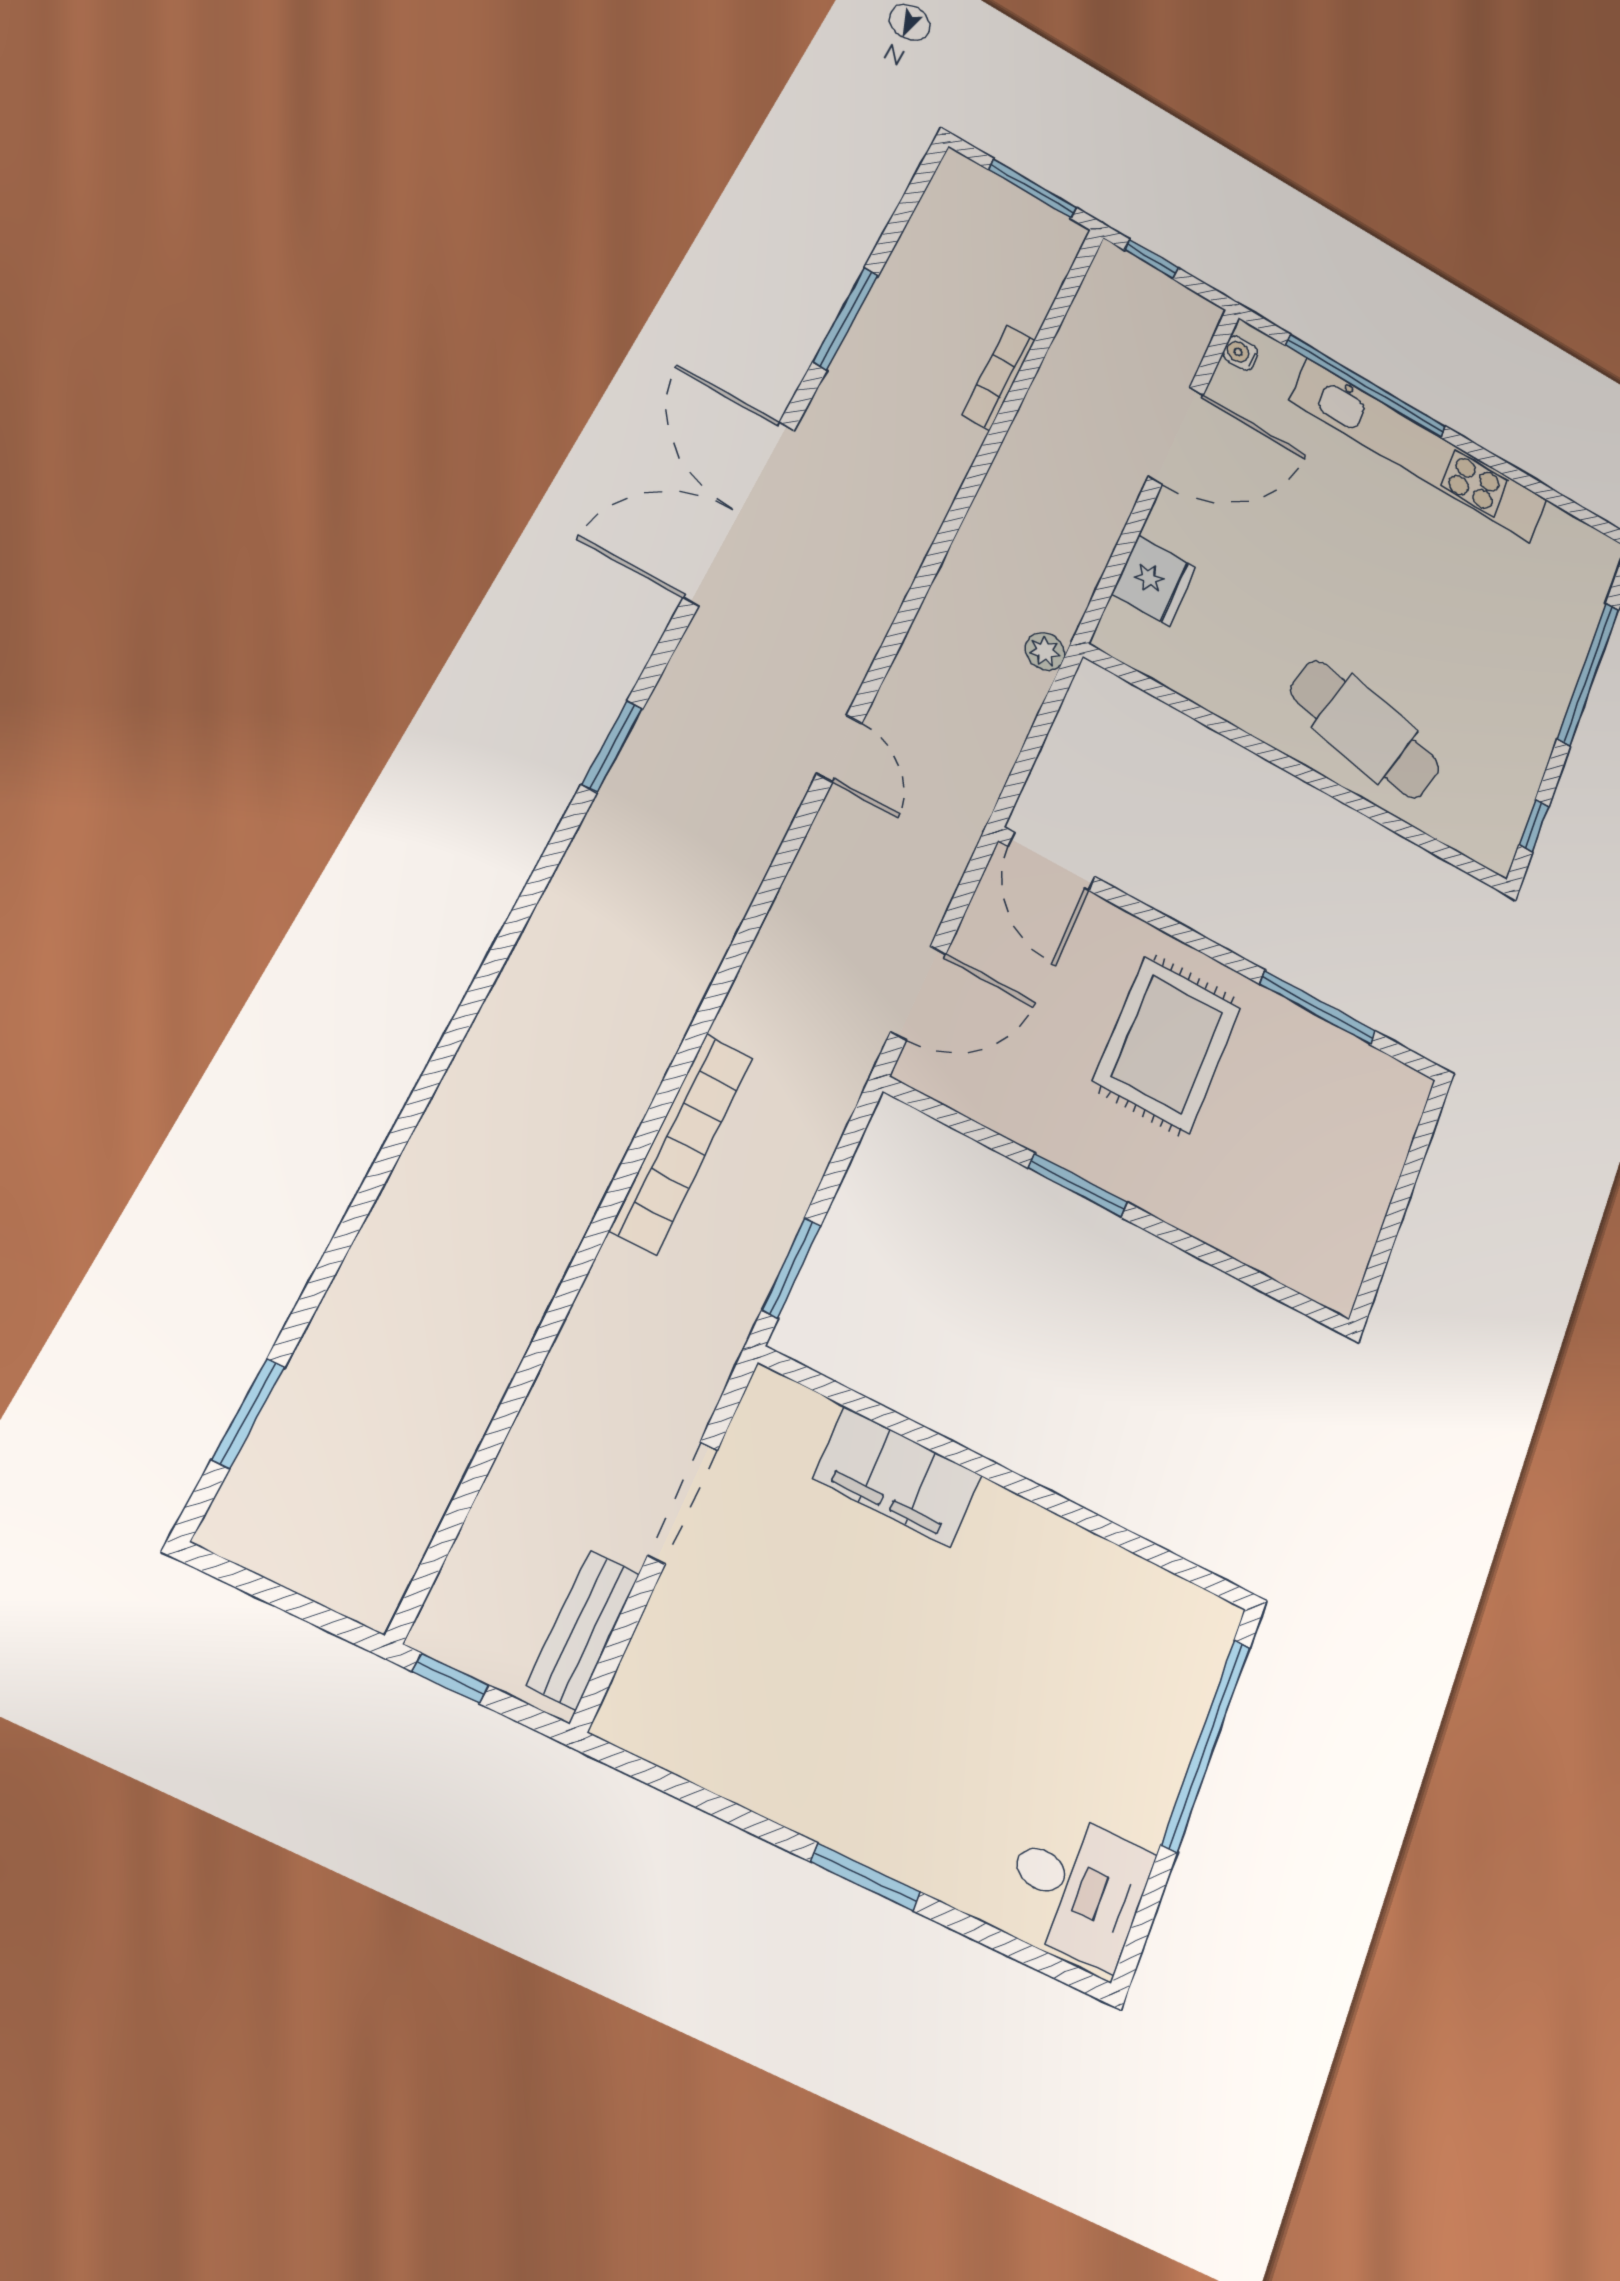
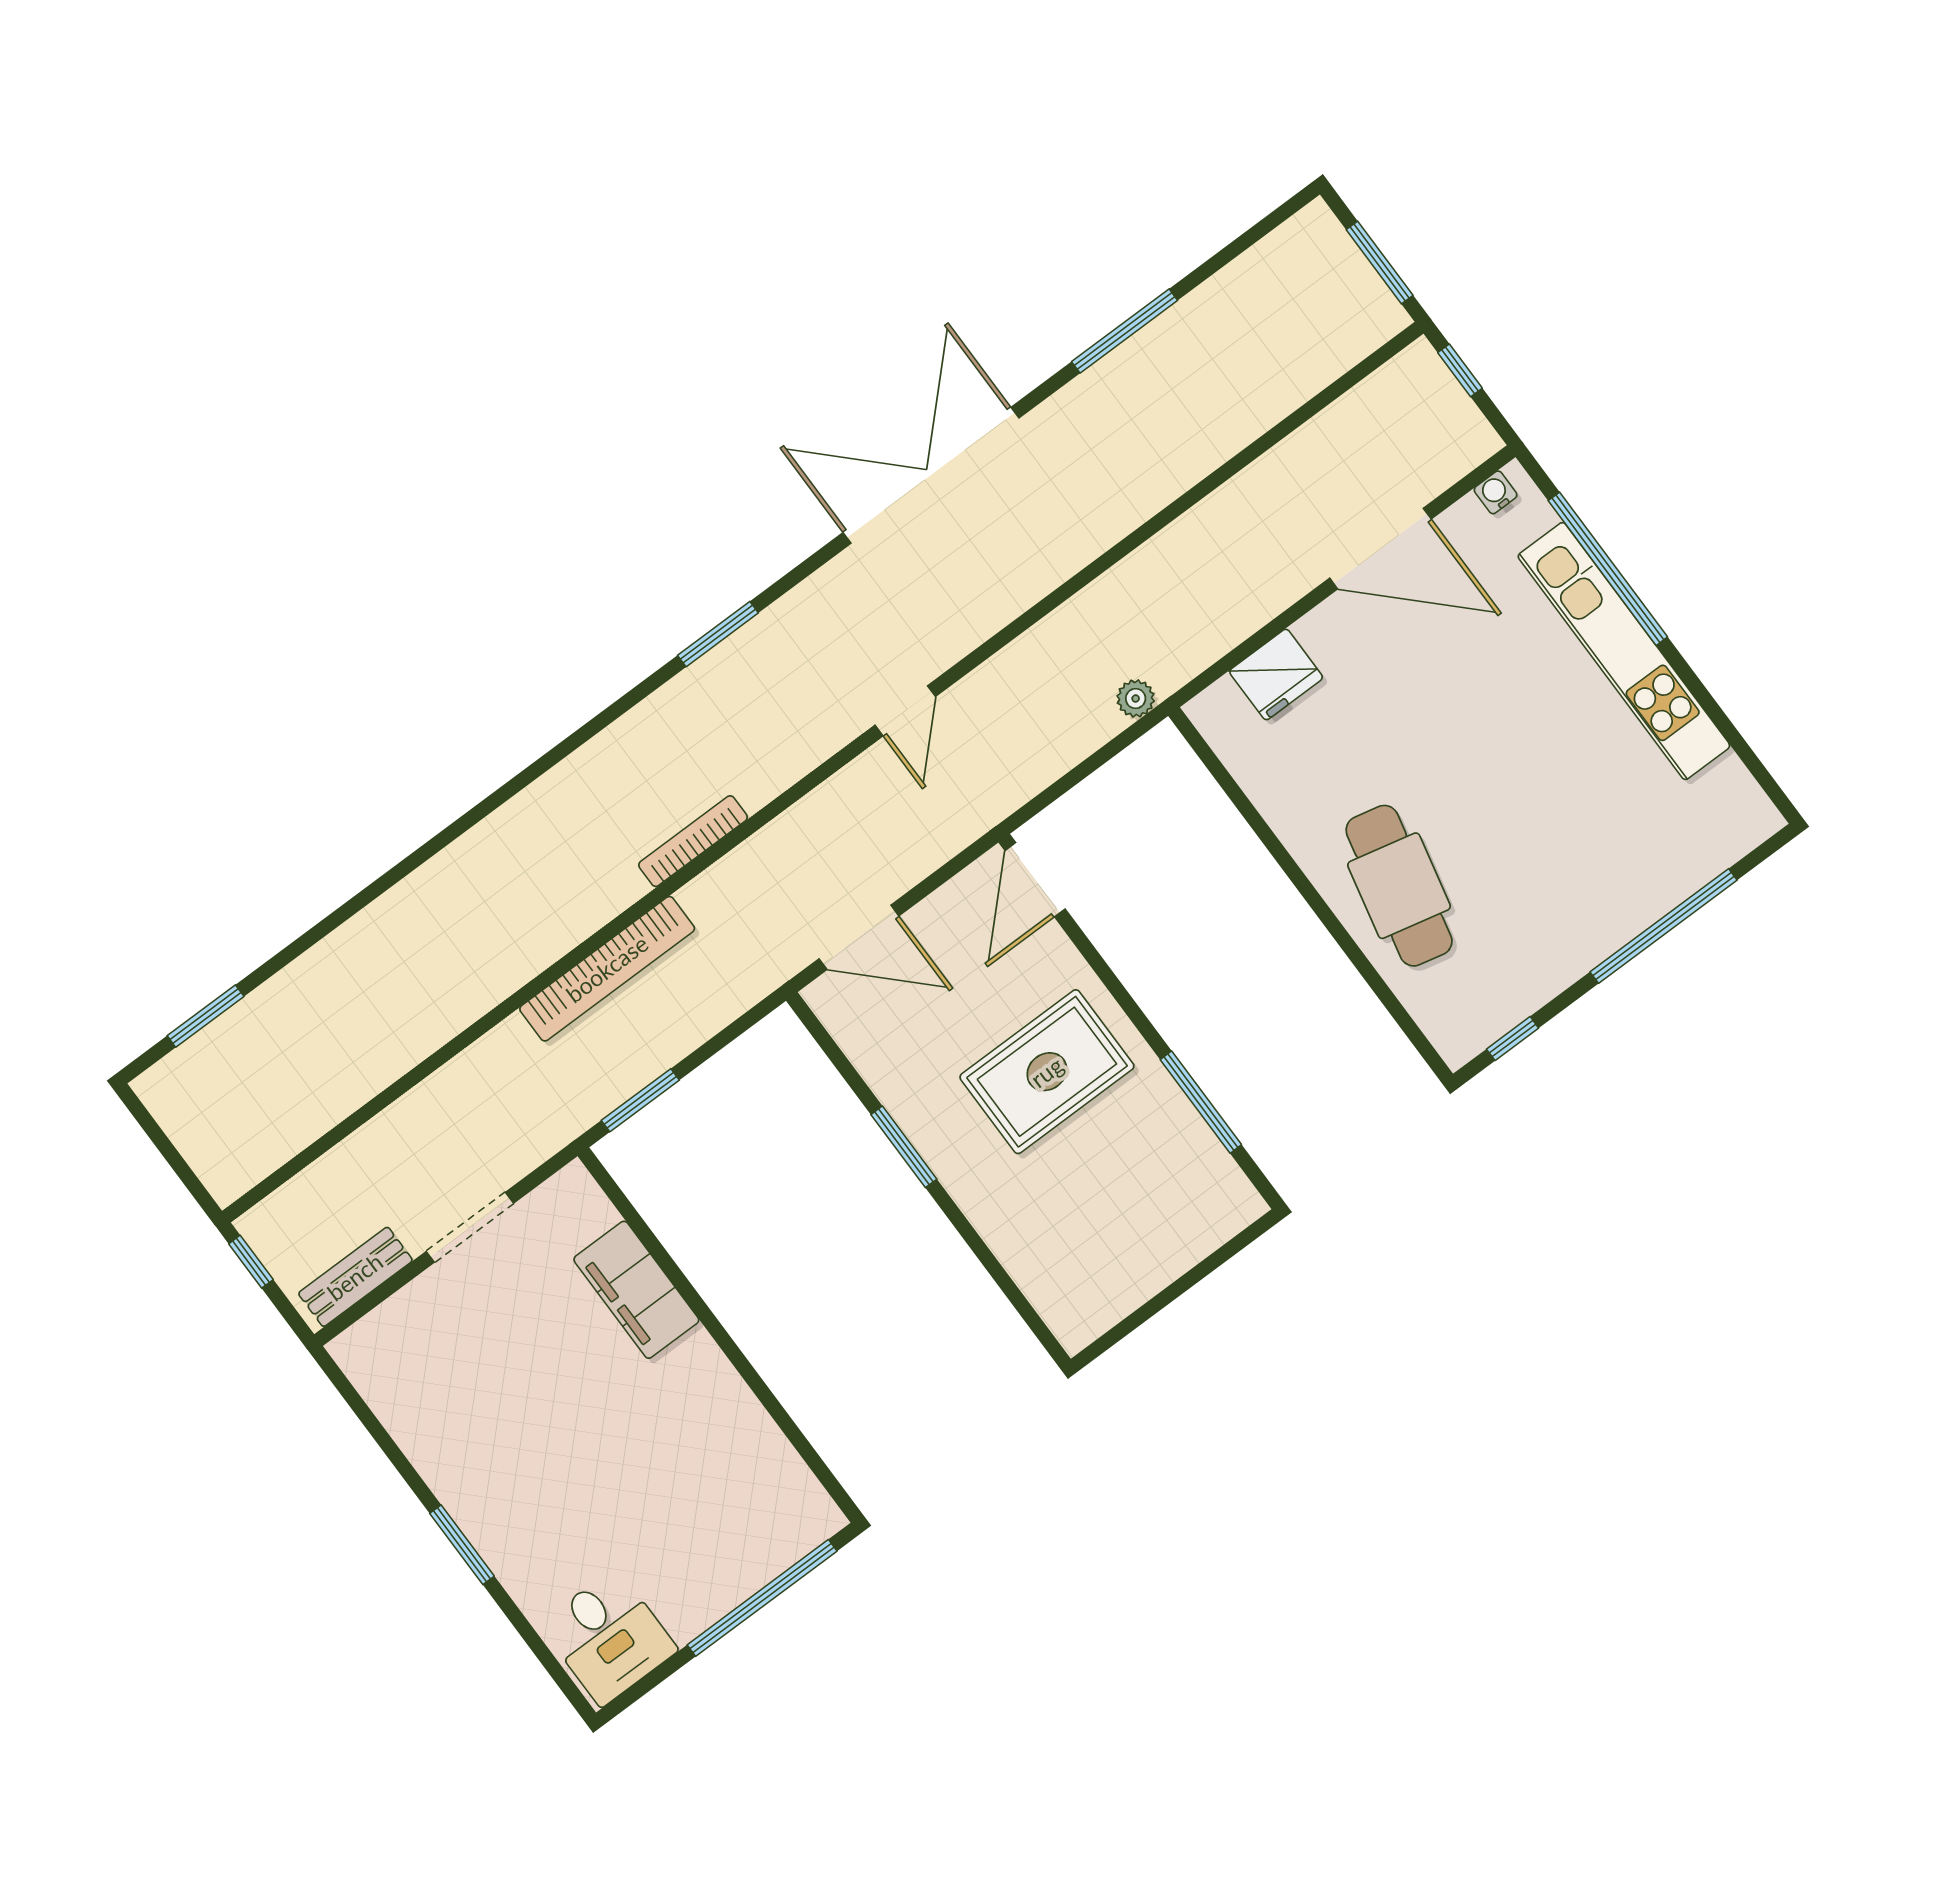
bookcase: (999, 377) -> (693, 841), moved

